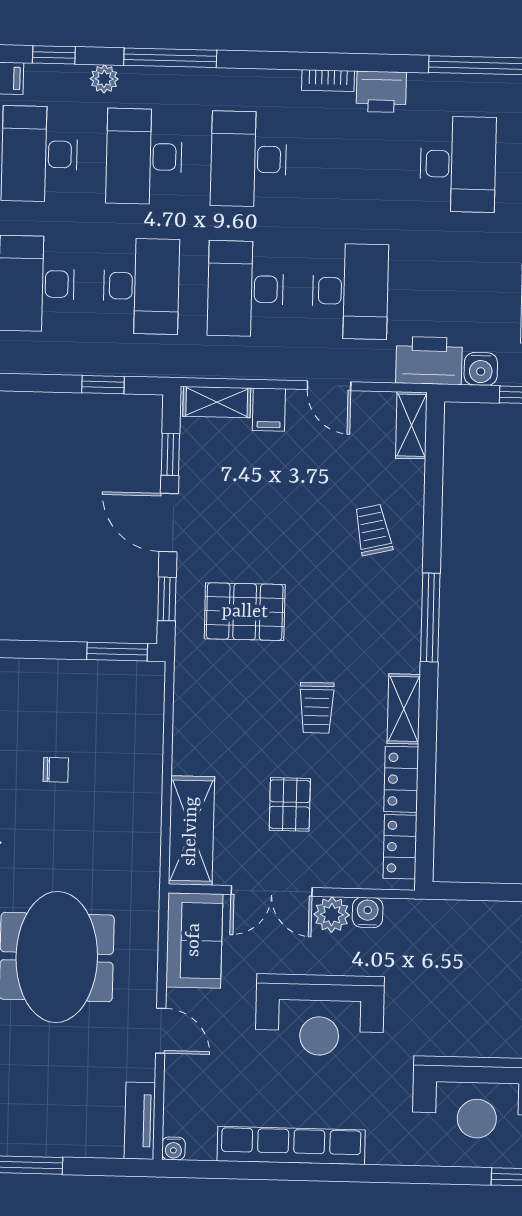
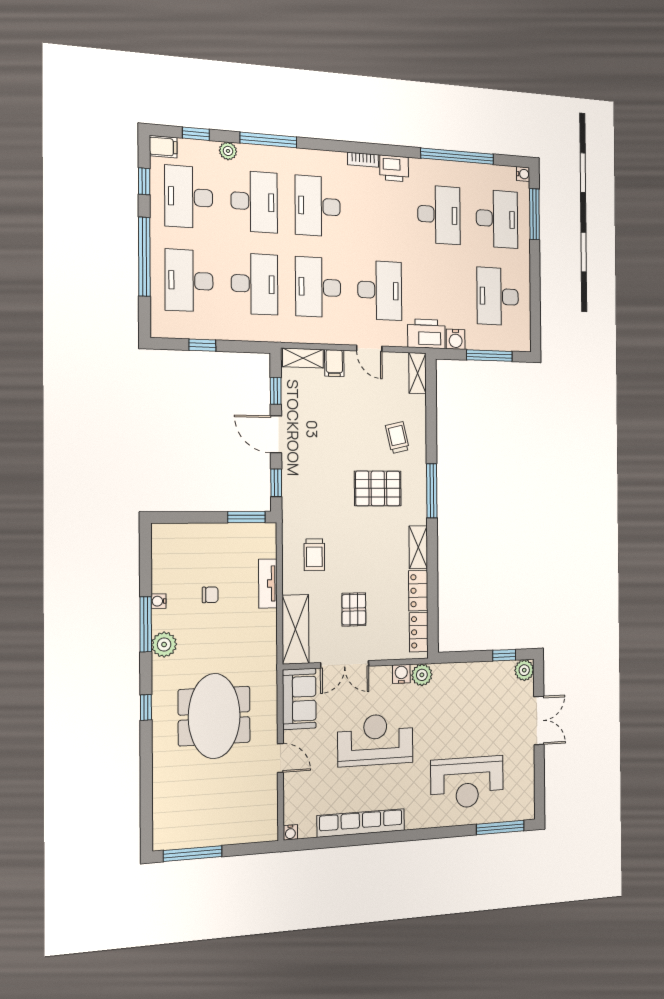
desk: (144, 156) -> (254, 202), turned 180
window: (103, 385) -> (202, 345), moved
pallet: (245, 612) -> (378, 488), moved
trolley: (317, 708) -> (314, 555), moved
plant: (332, 915) -> (422, 675), moved
reception desk: (320, 1015) -> (375, 740), turned 180
tv unit: (140, 1121) -> (268, 584), moved

